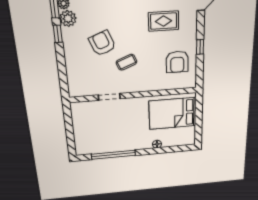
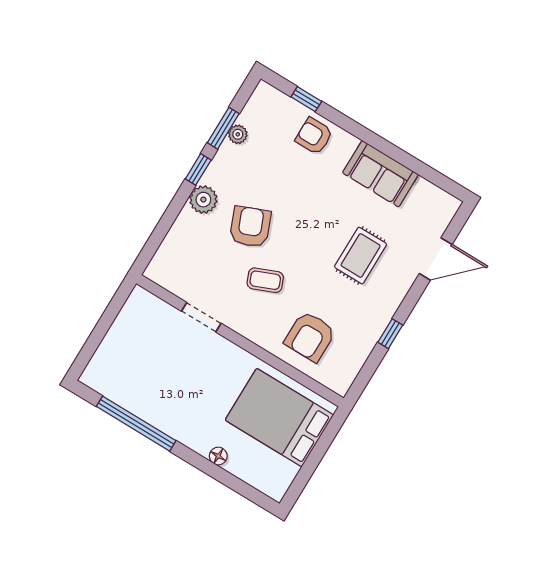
plant: (68, 18) -> (203, 200), moved
rug: (164, 21) -> (361, 256), turned 90
armchair: (177, 62) -> (310, 336), moved

